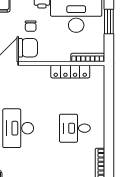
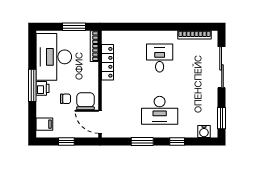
window: (109, 22) -> (74, 27), moved
desk: (75, 128) -> (160, 58), turned 180

